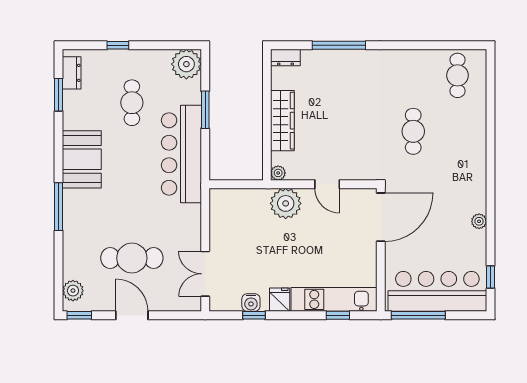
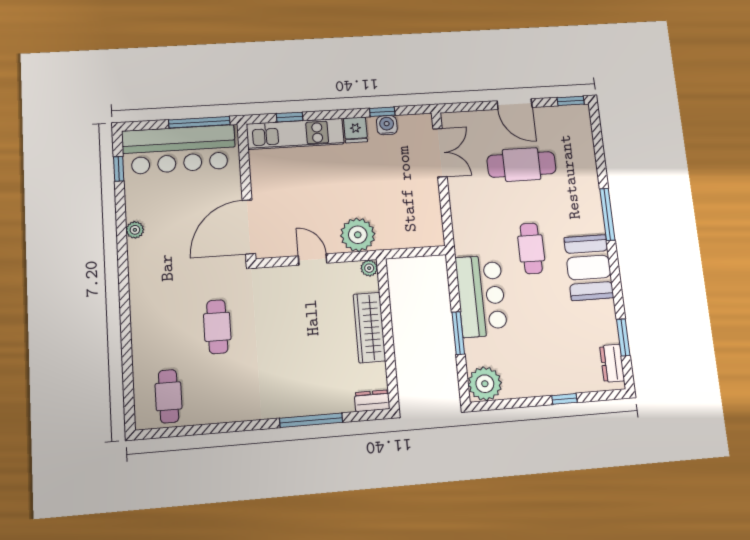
cafe table: (132, 103) -> (531, 248), moved
bar counter: (181, 154) -> (481, 296), width x0.73
plant: (73, 291) -> (581, 126), removed

